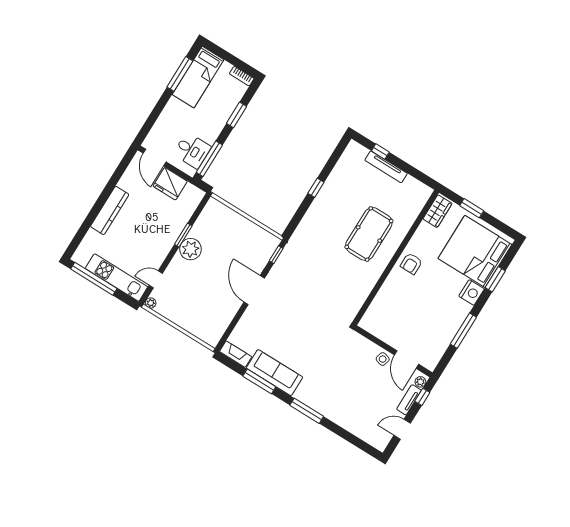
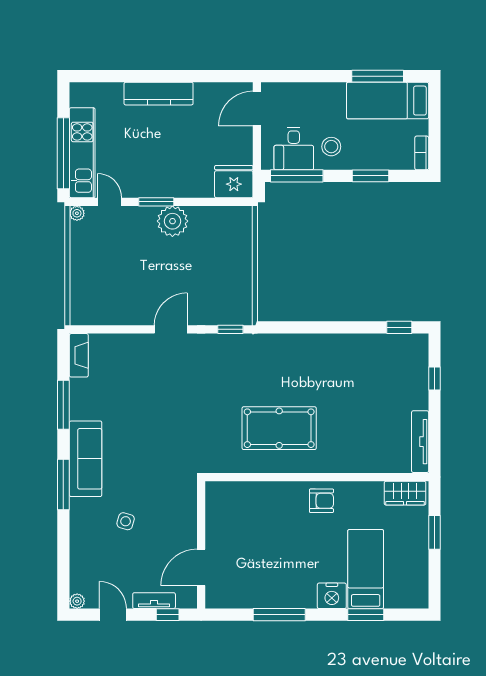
stool: (205, 127) -> (331, 147), added
tv unit: (386, 167) -> (420, 442), moved
fridge: (170, 184) -> (234, 182), moved, turned 90
window: (316, 188) -> (399, 327), moved
pool table: (369, 234) -> (279, 428), moved
window: (183, 235) -> (156, 202), moved
bed: (475, 251) -> (366, 569), width x0.49
armchair: (411, 264) -> (321, 501), turned 180
window: (94, 279) -> (63, 153), moved
door: (254, 290) -> (171, 329), width x0.73
side table: (383, 359) -> (126, 521), moved
sofa: (275, 373) -> (86, 459), moved
plant: (420, 382) -> (77, 601), moved

